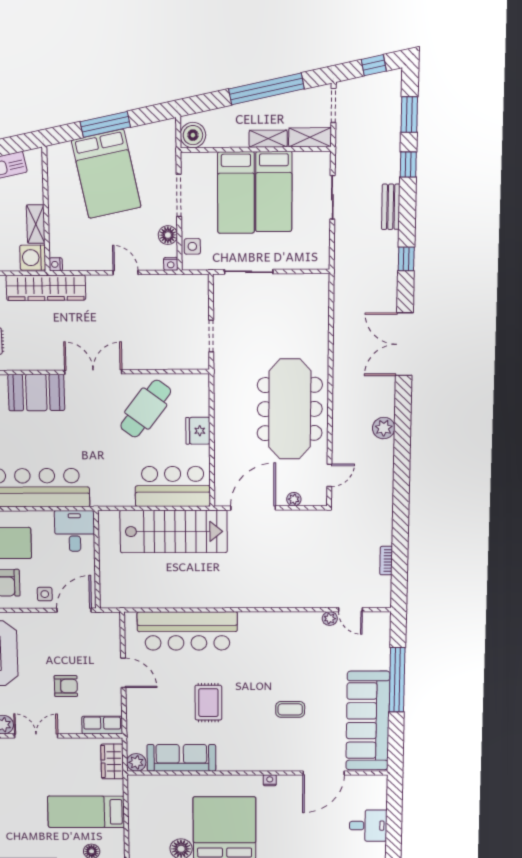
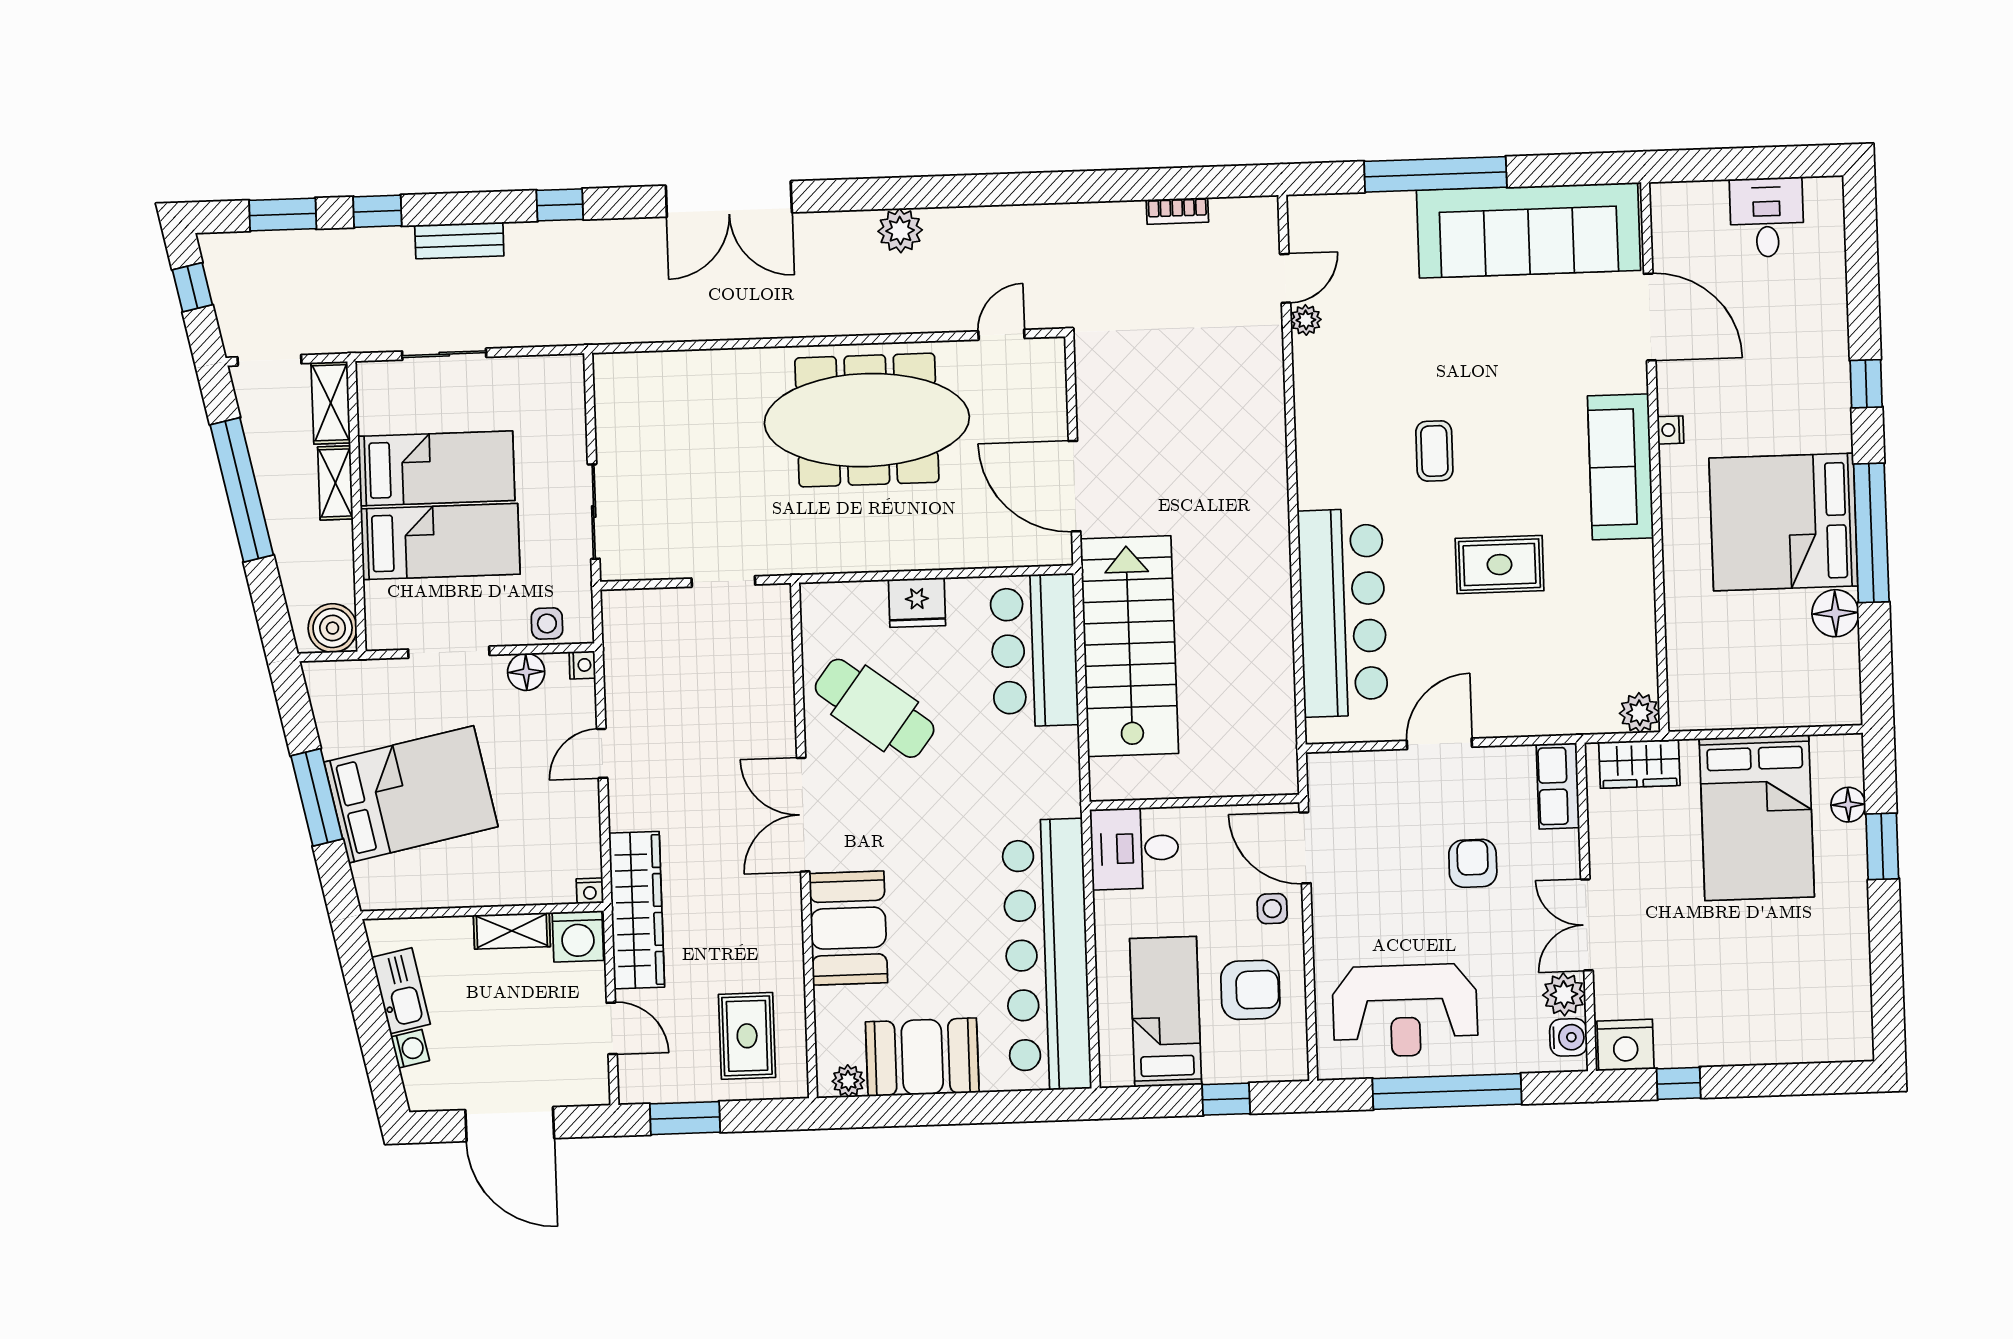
door: (329, 475) -> (1001, 335), hinge flipped
plant: (294, 499) -> (1053, 404), removed
coffee table: (290, 709) -> (1434, 451), moved
sofa: (181, 758) -> (1620, 467), moved
bed: (86, 812) -> (1757, 818), width x1.50

